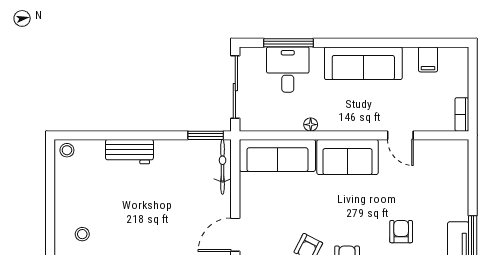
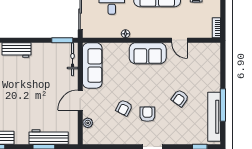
sofa: (277, 155) -> (92, 65), moved, turned -90
armchair: (401, 232) -> (180, 98), turned -144

